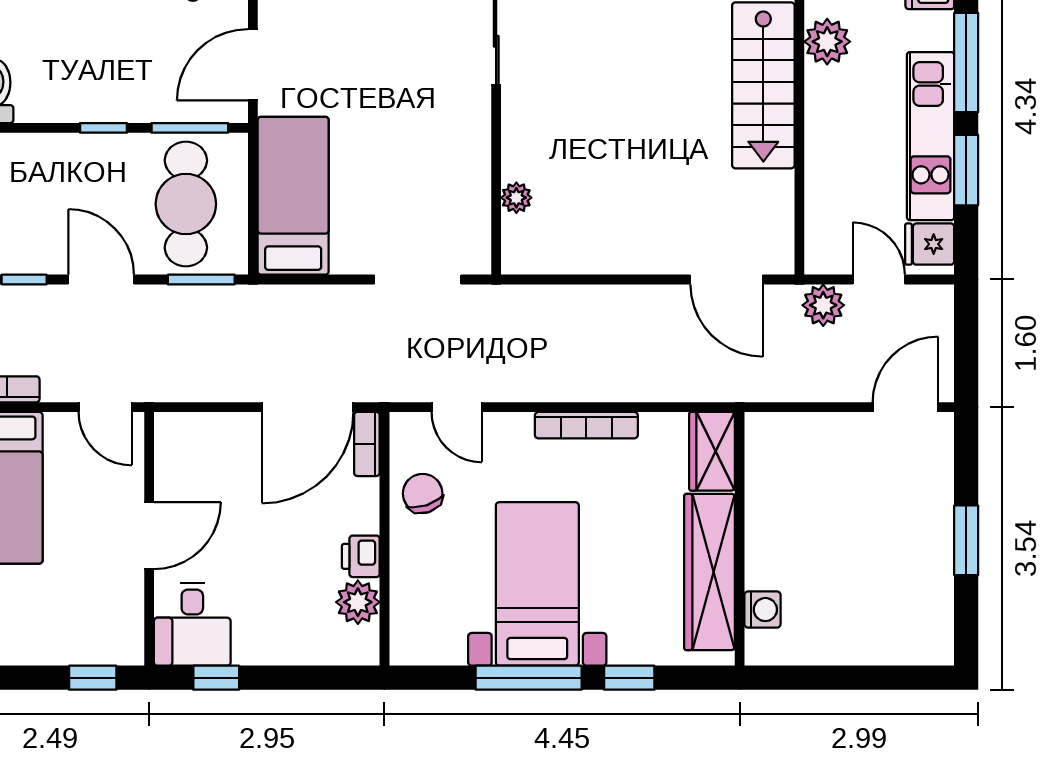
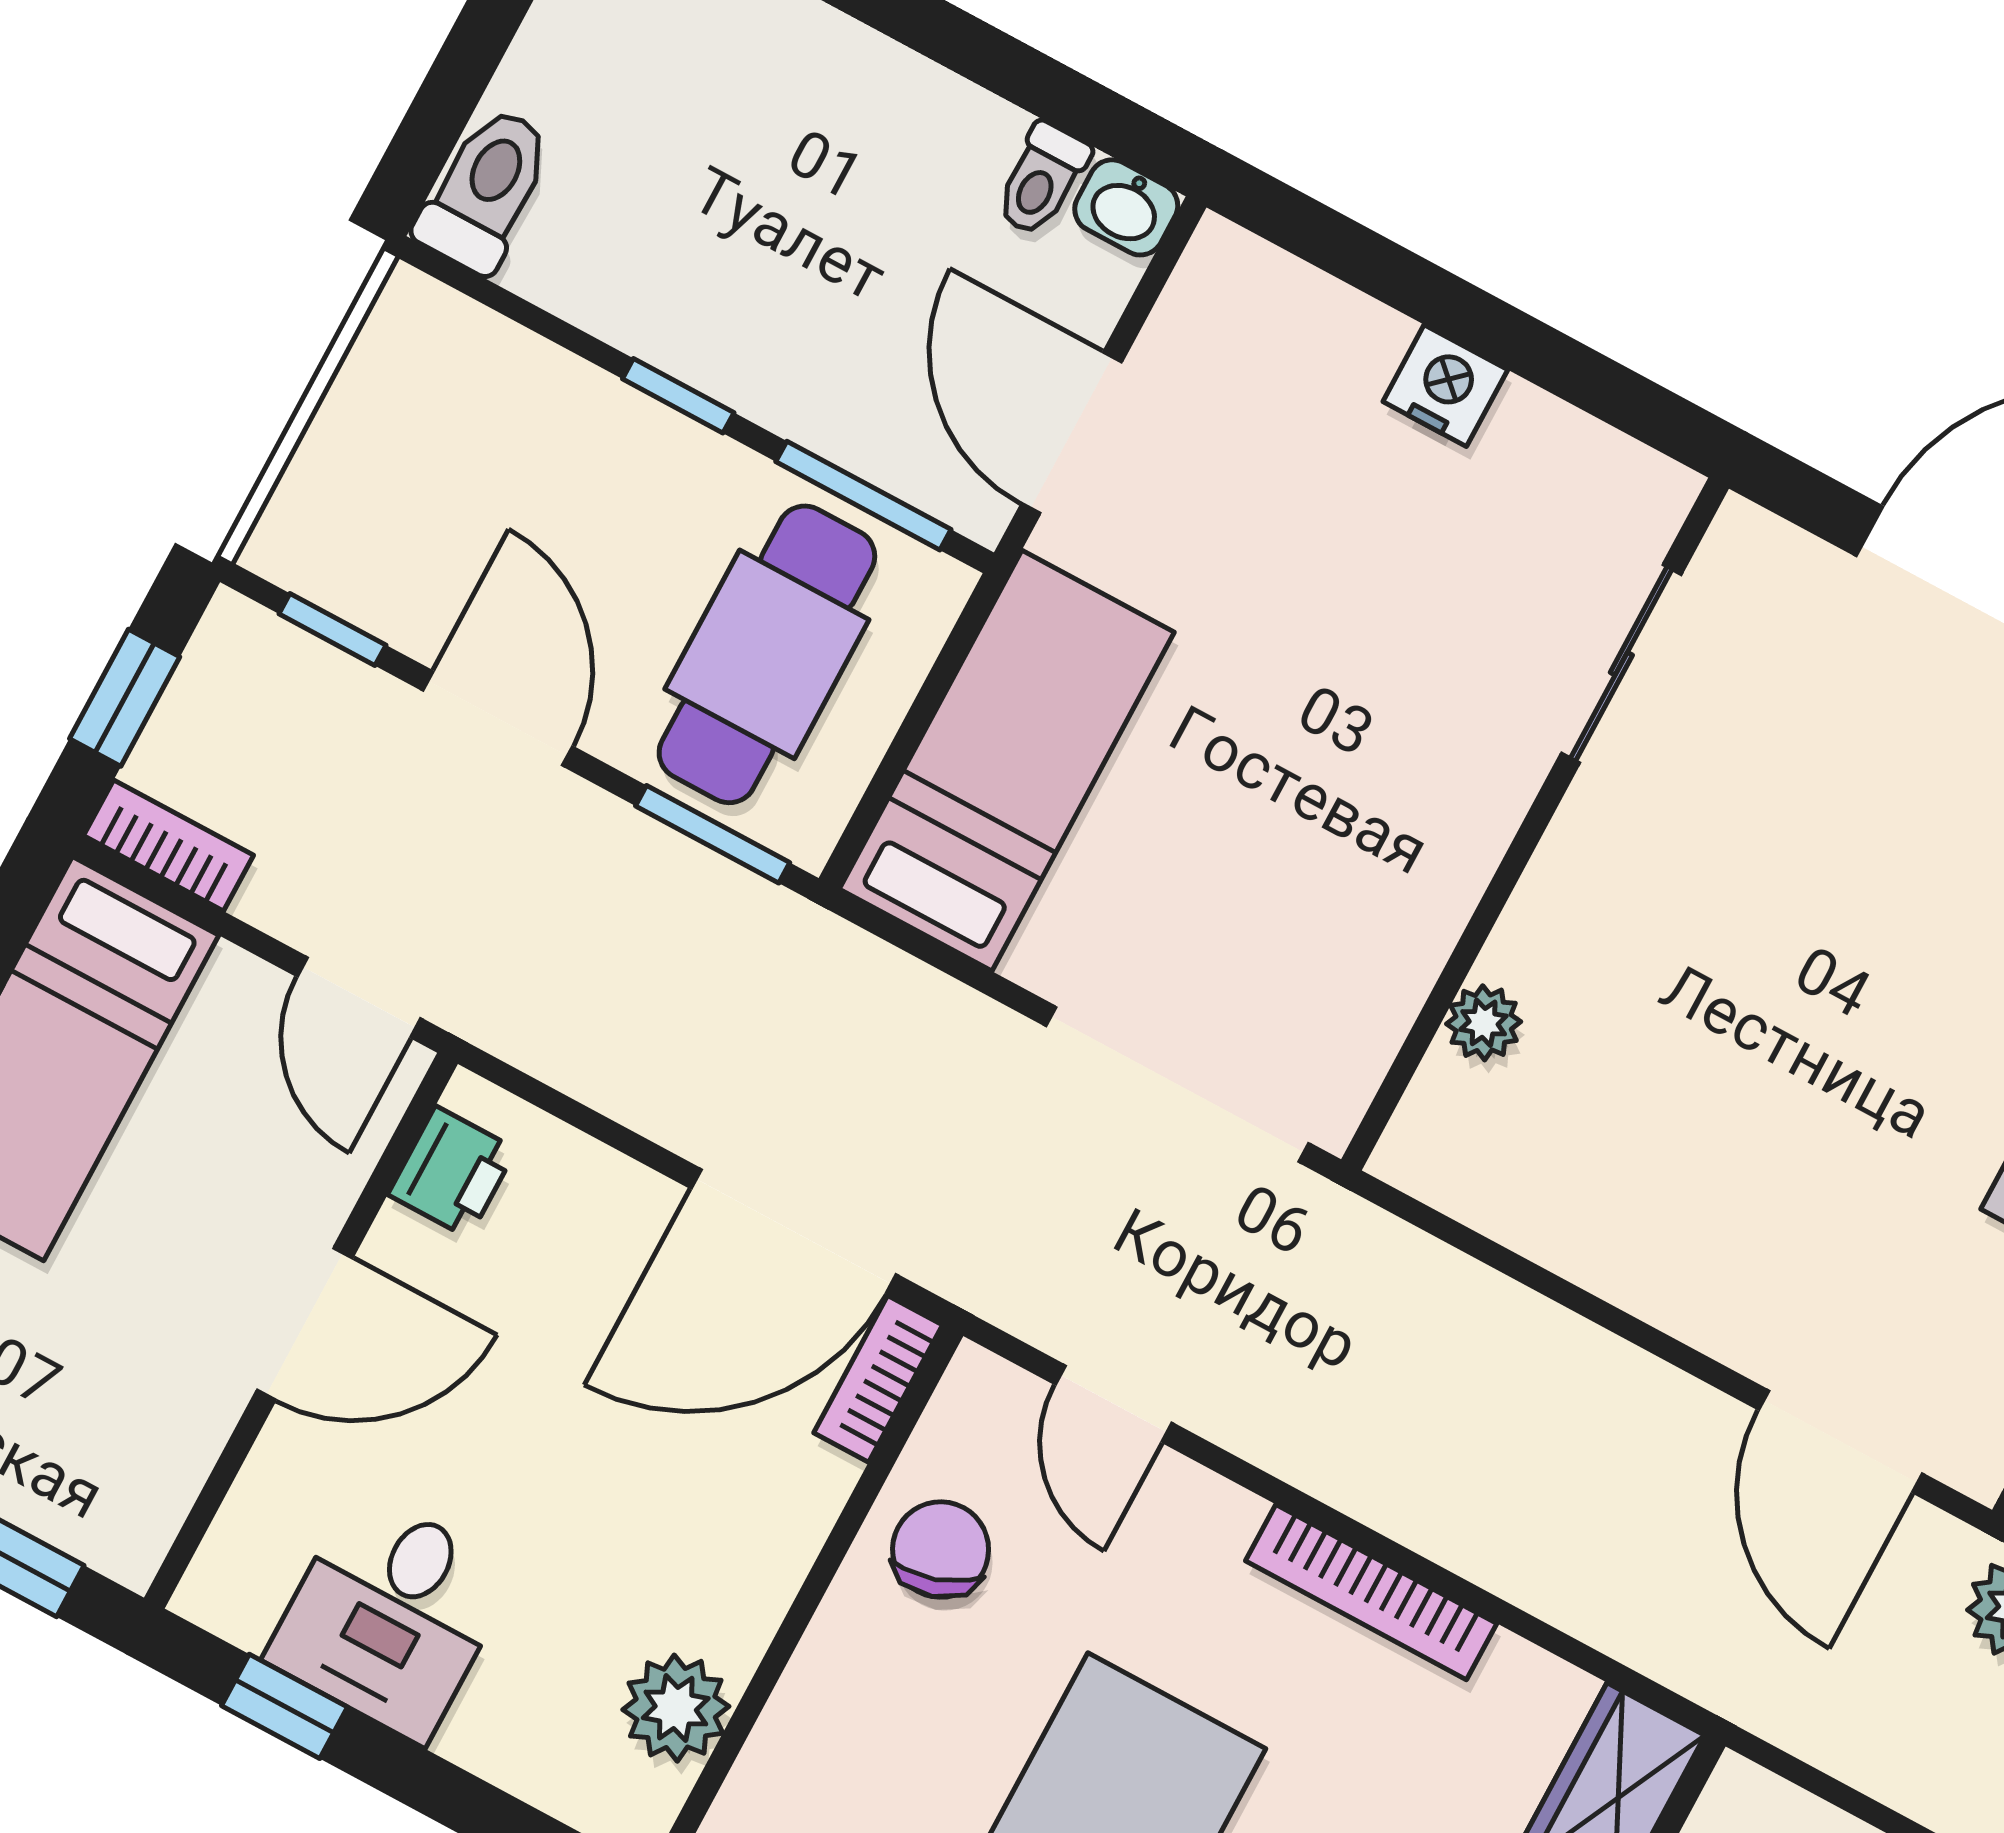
door: (253, 65) -> (1072, 433), hinge flipped
doorway: (418, 279) -> (1177, 1084), width x1.36
printer: (361, 556) -> (452, 1172), moved, turned 180
desk: (192, 624) -> (391, 1616), moved

